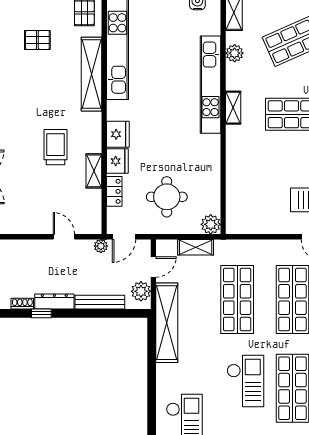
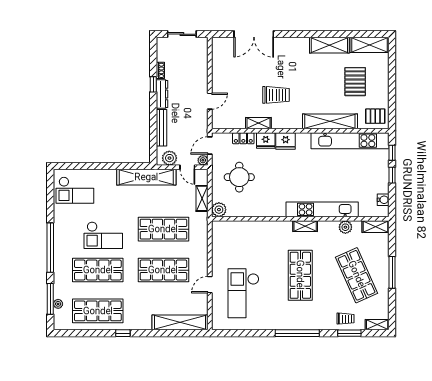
pallet: (37, 40) -> (355, 82), width x1.50, depth x1.42
door: (124, 237) -> (210, 145), hinge flipped
plant: (101, 246) -> (203, 160), moved

